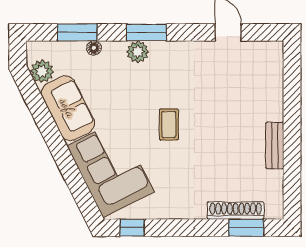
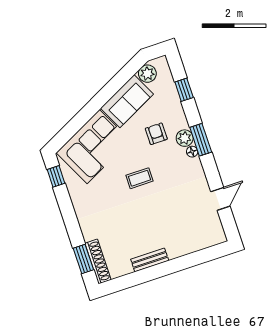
window: (77, 32) -> (184, 90), width x0.67
floor lamp: (94, 48) -> (192, 152), moved
armchair: (120, 85) -> (156, 134), added
shoe rack: (236, 211) -> (98, 261), moved

